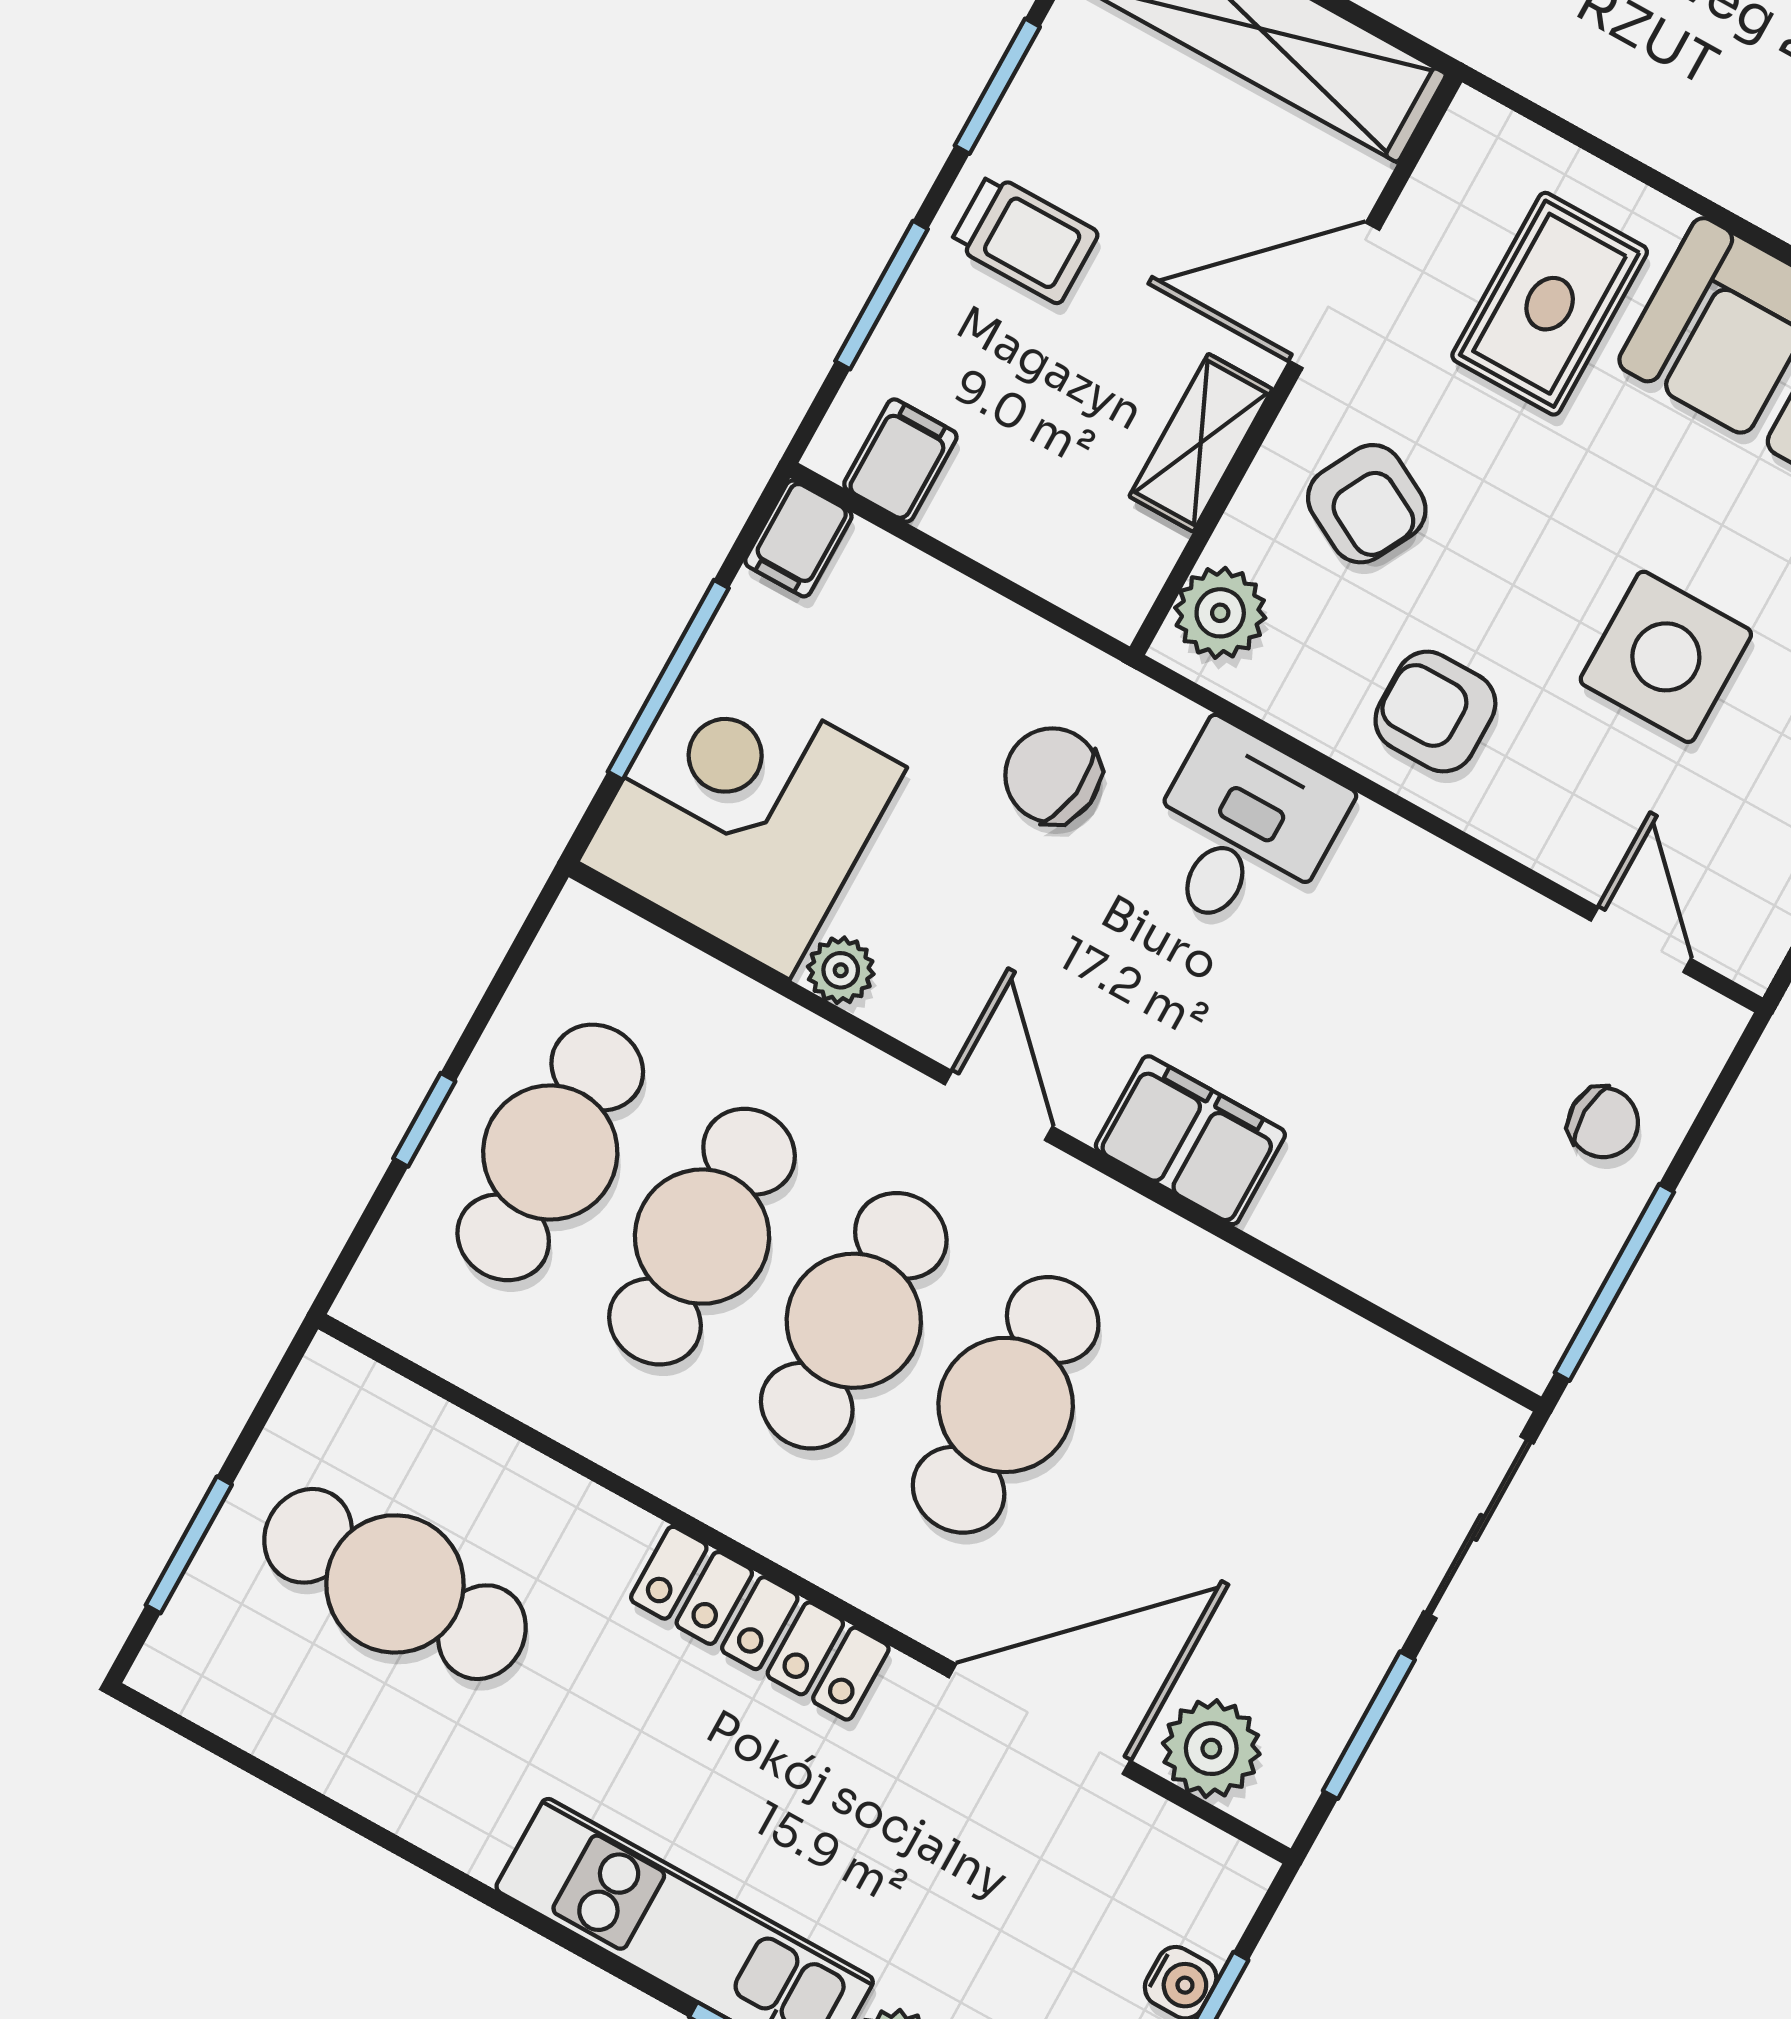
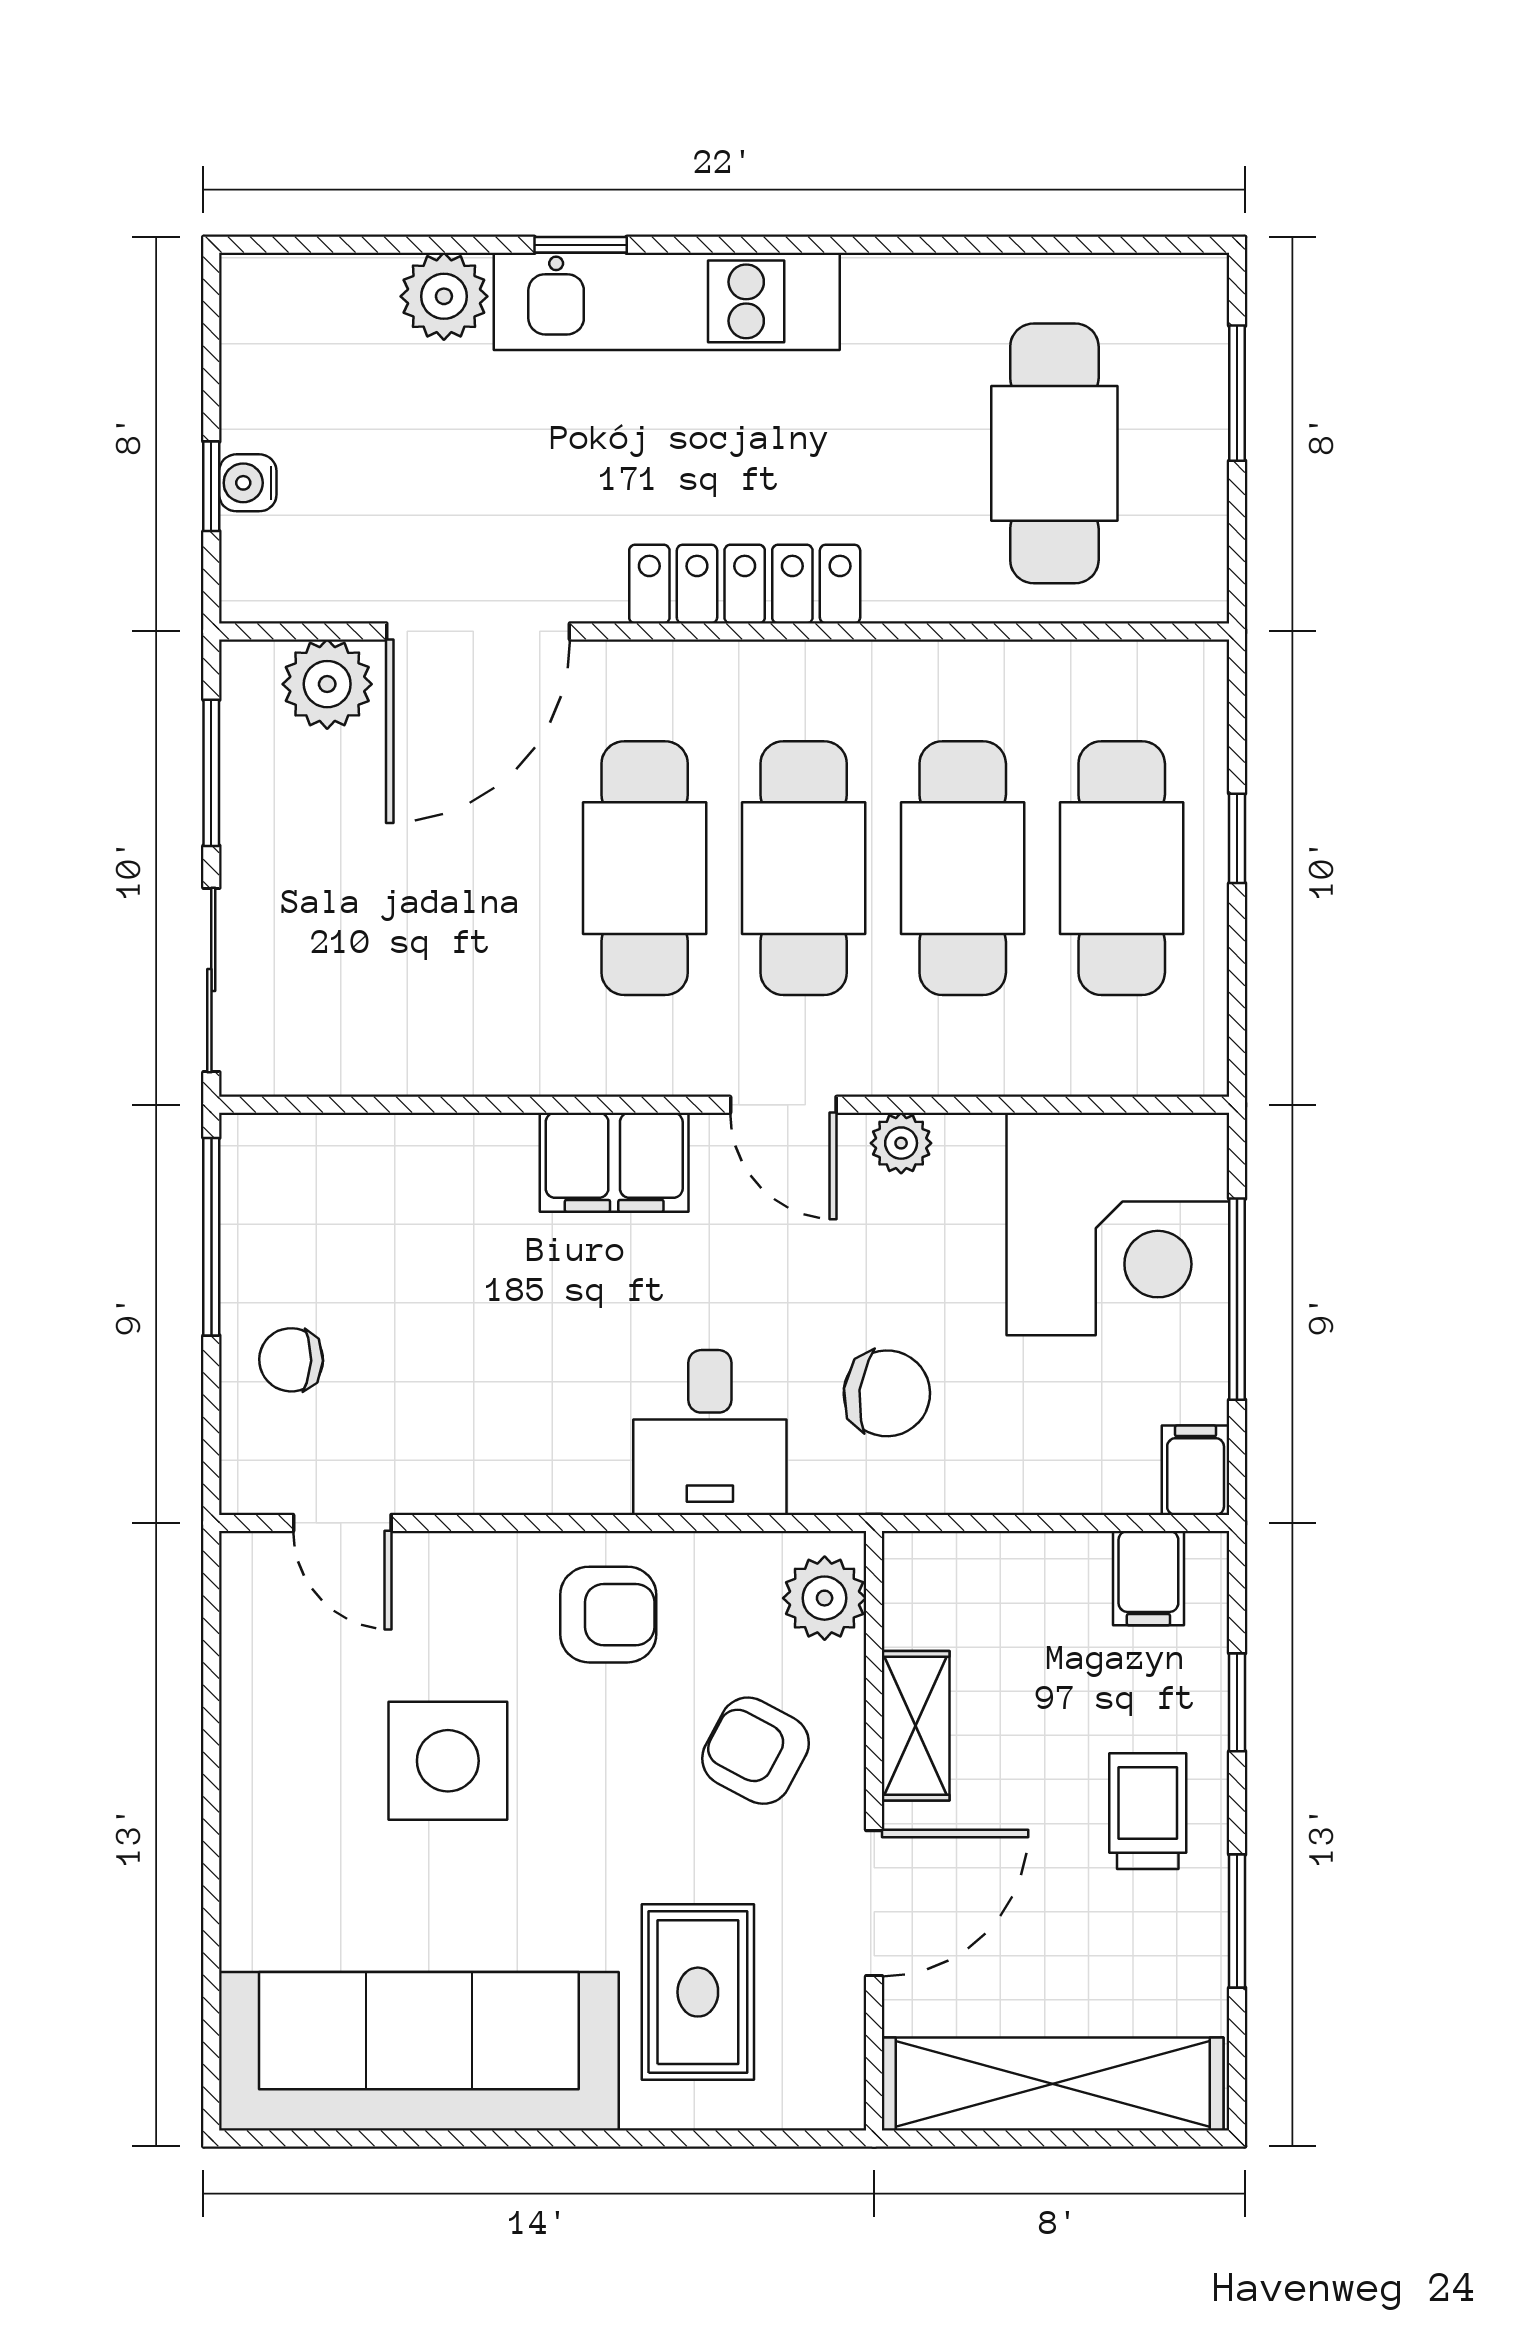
trolley: (1024, 238) -> (1148, 1811), turned 90
window: (882, 295) -> (1237, 1702), width x0.67
plant: (841, 970) -> (901, 1143), moved
cafe table: (395, 1584) -> (1054, 453), turned 90

